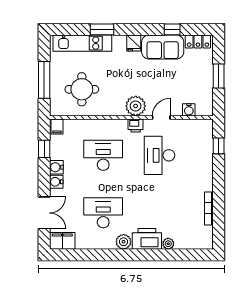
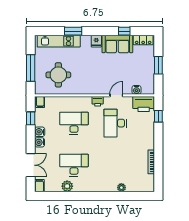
plant: (136, 106) -> (98, 87), removed
printer: (147, 239) -> (144, 104), moved, turned 180
filing cabinet: (62, 241) -> (39, 186), width x0.50
plant: (124, 242) -> (67, 186), moved

